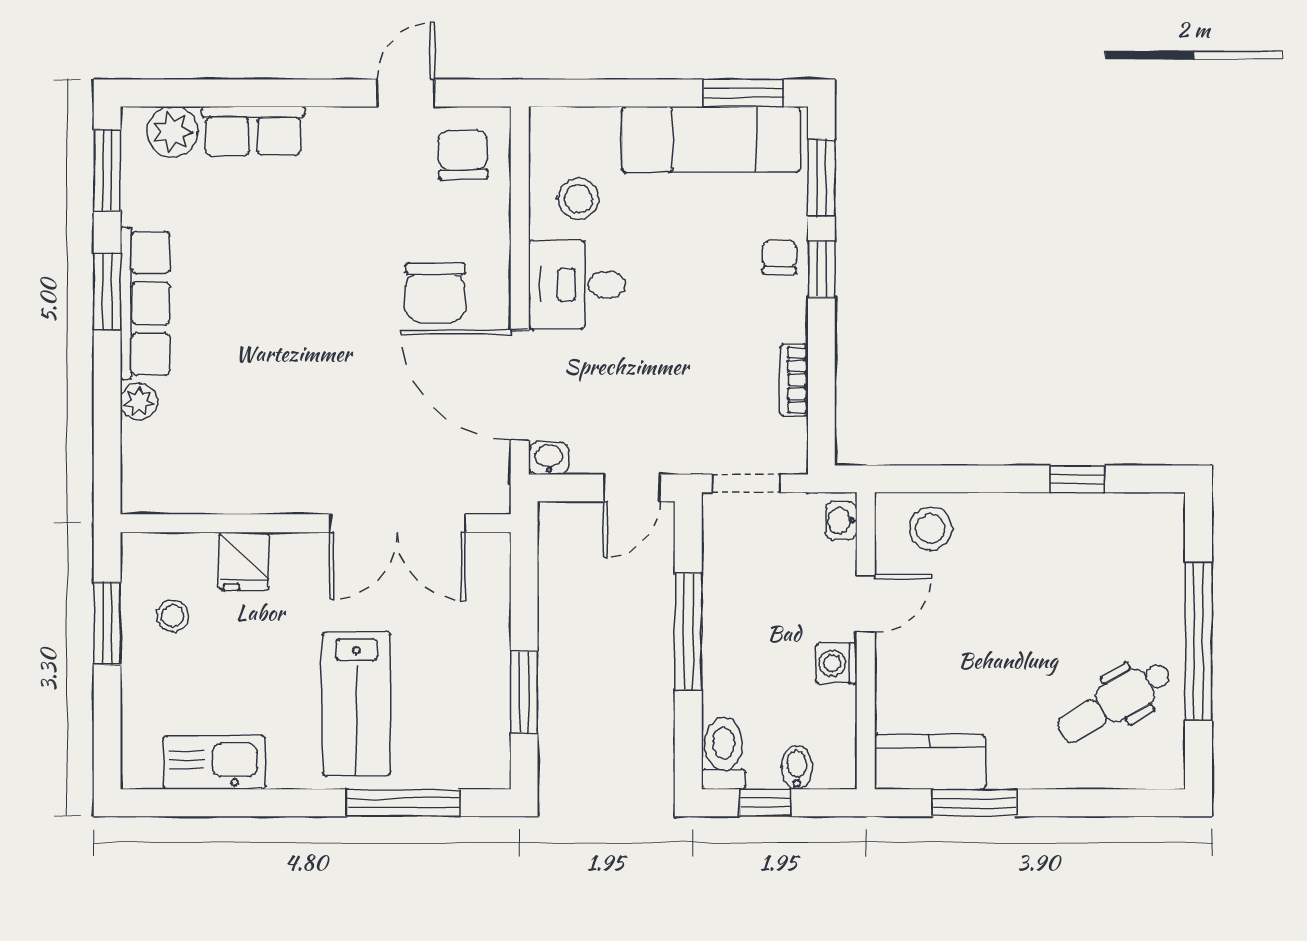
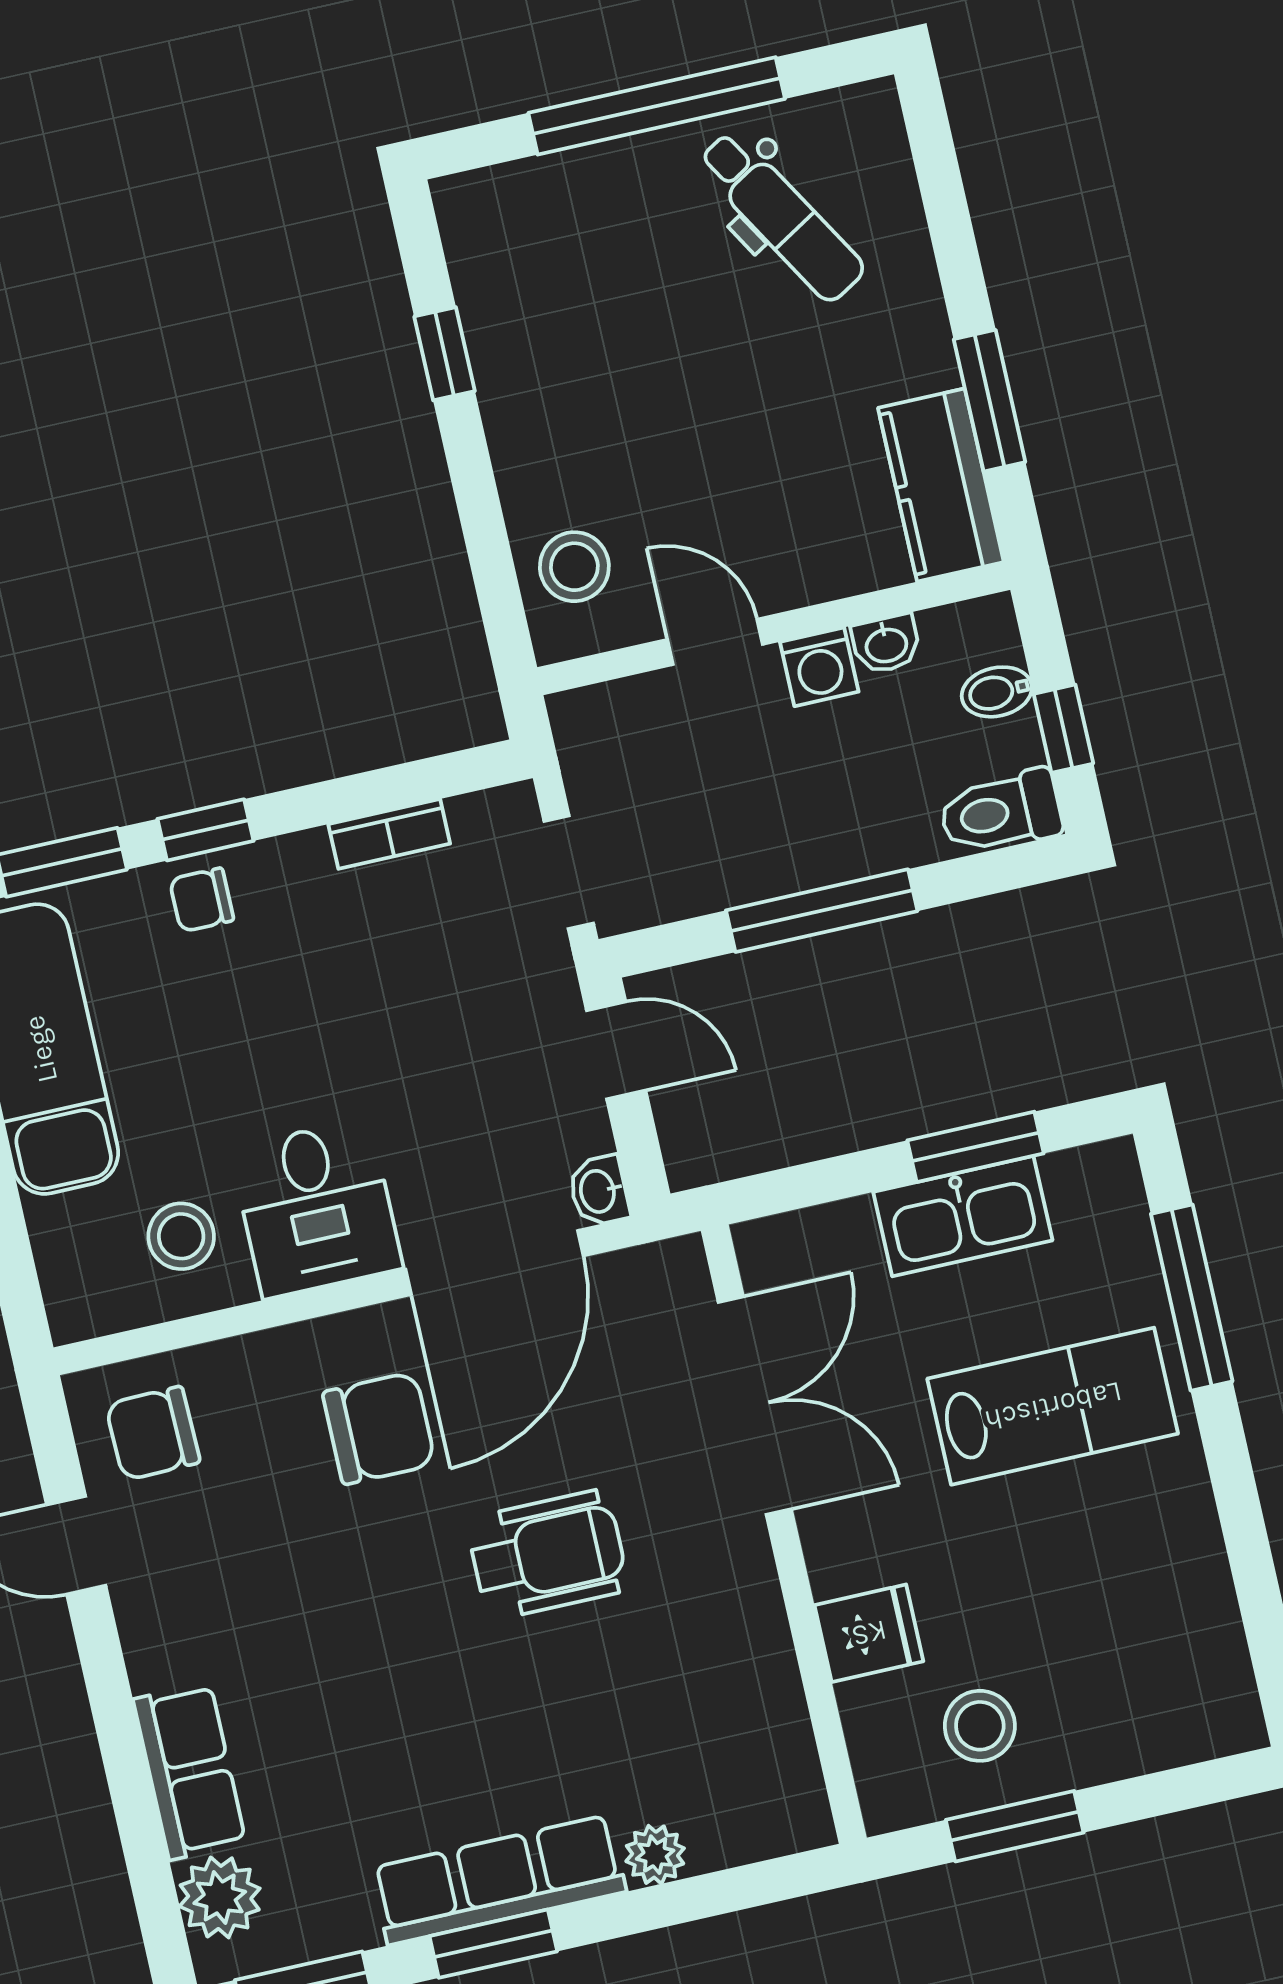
wheelchair: (335, 377) -> (548, 1555), added
washbasin: (841, 521) -> (886, 644), moved
stool: (173, 616) -> (980, 1726), width x1.37, depth x1.37
kitchen sink: (214, 763) -> (963, 1216), moved, turned -90

